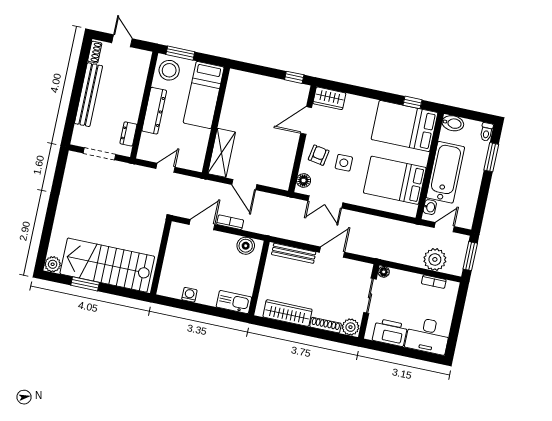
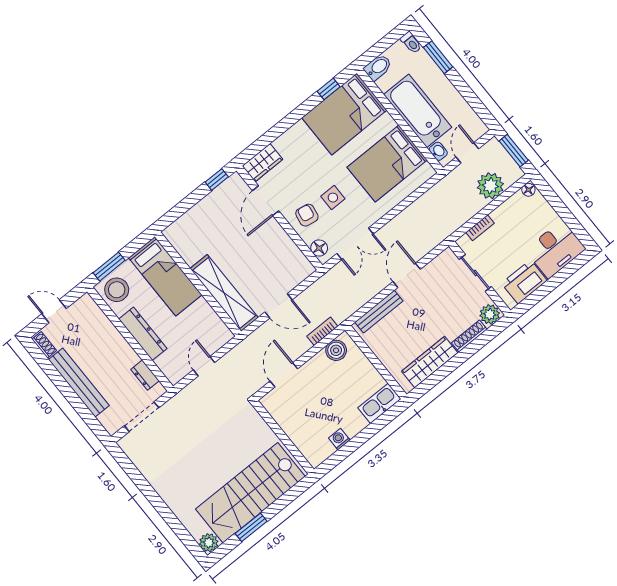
shelving: (222, 153) -> (224, 293), width x1.47
bookcase: (230, 222) -> (322, 331), moved
floor lamp: (384, 272) -> (528, 190), moved
bookcase: (434, 282) -> (480, 228), moved

